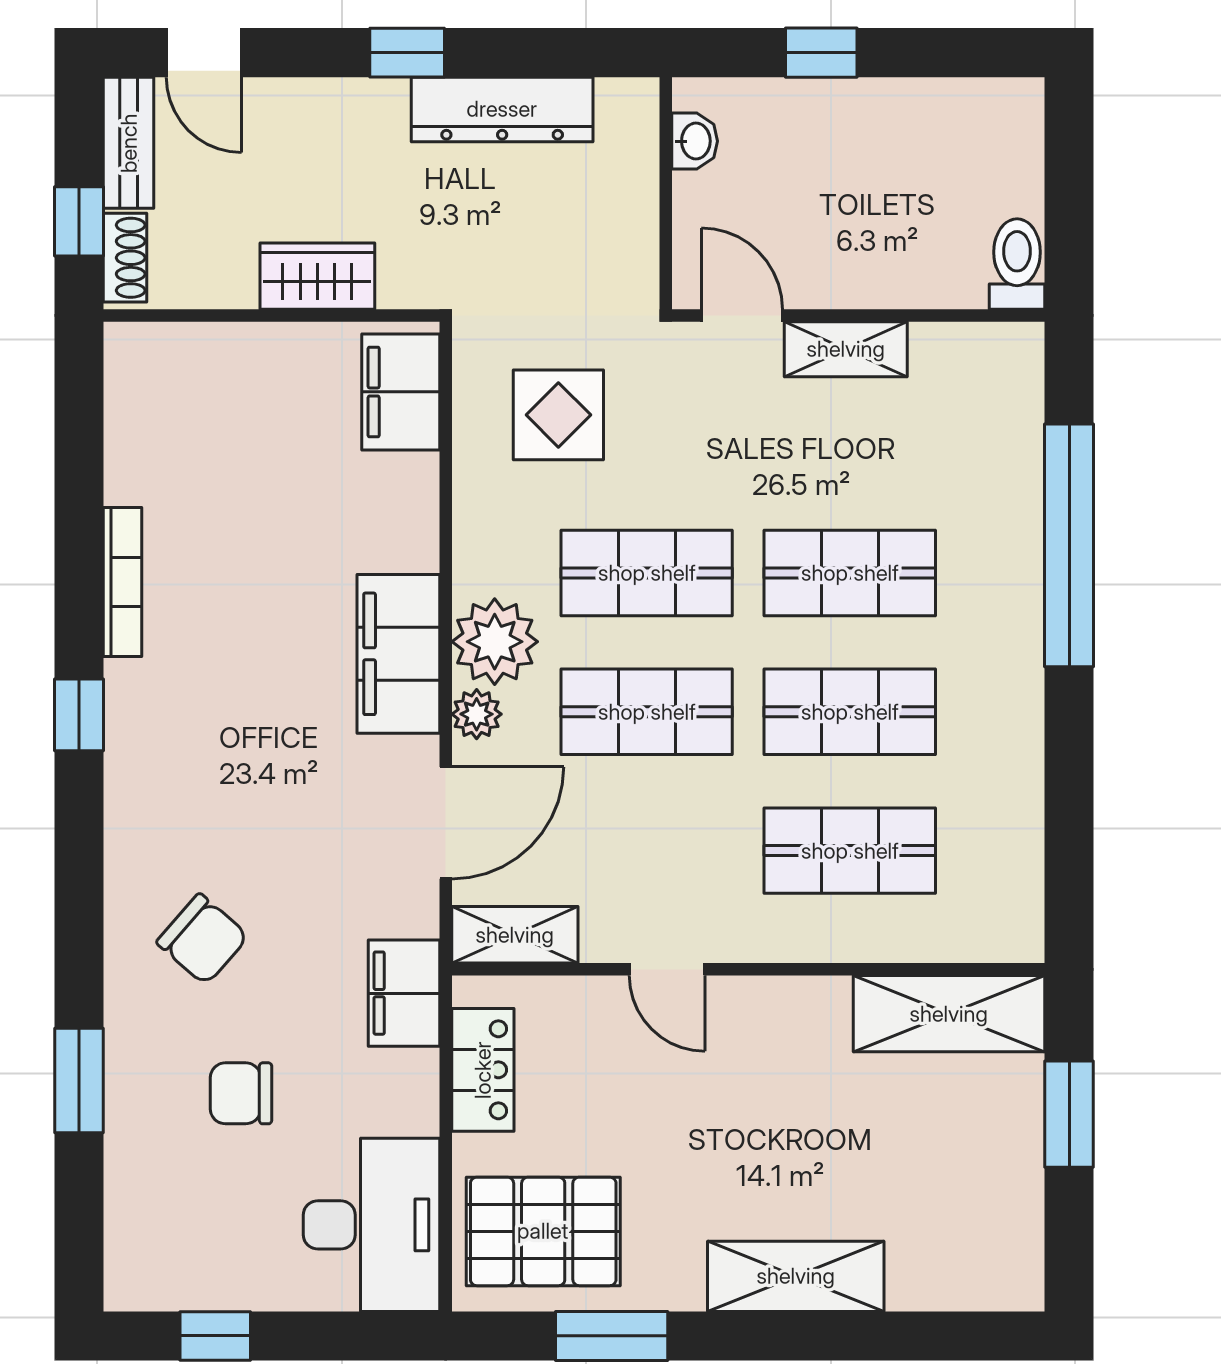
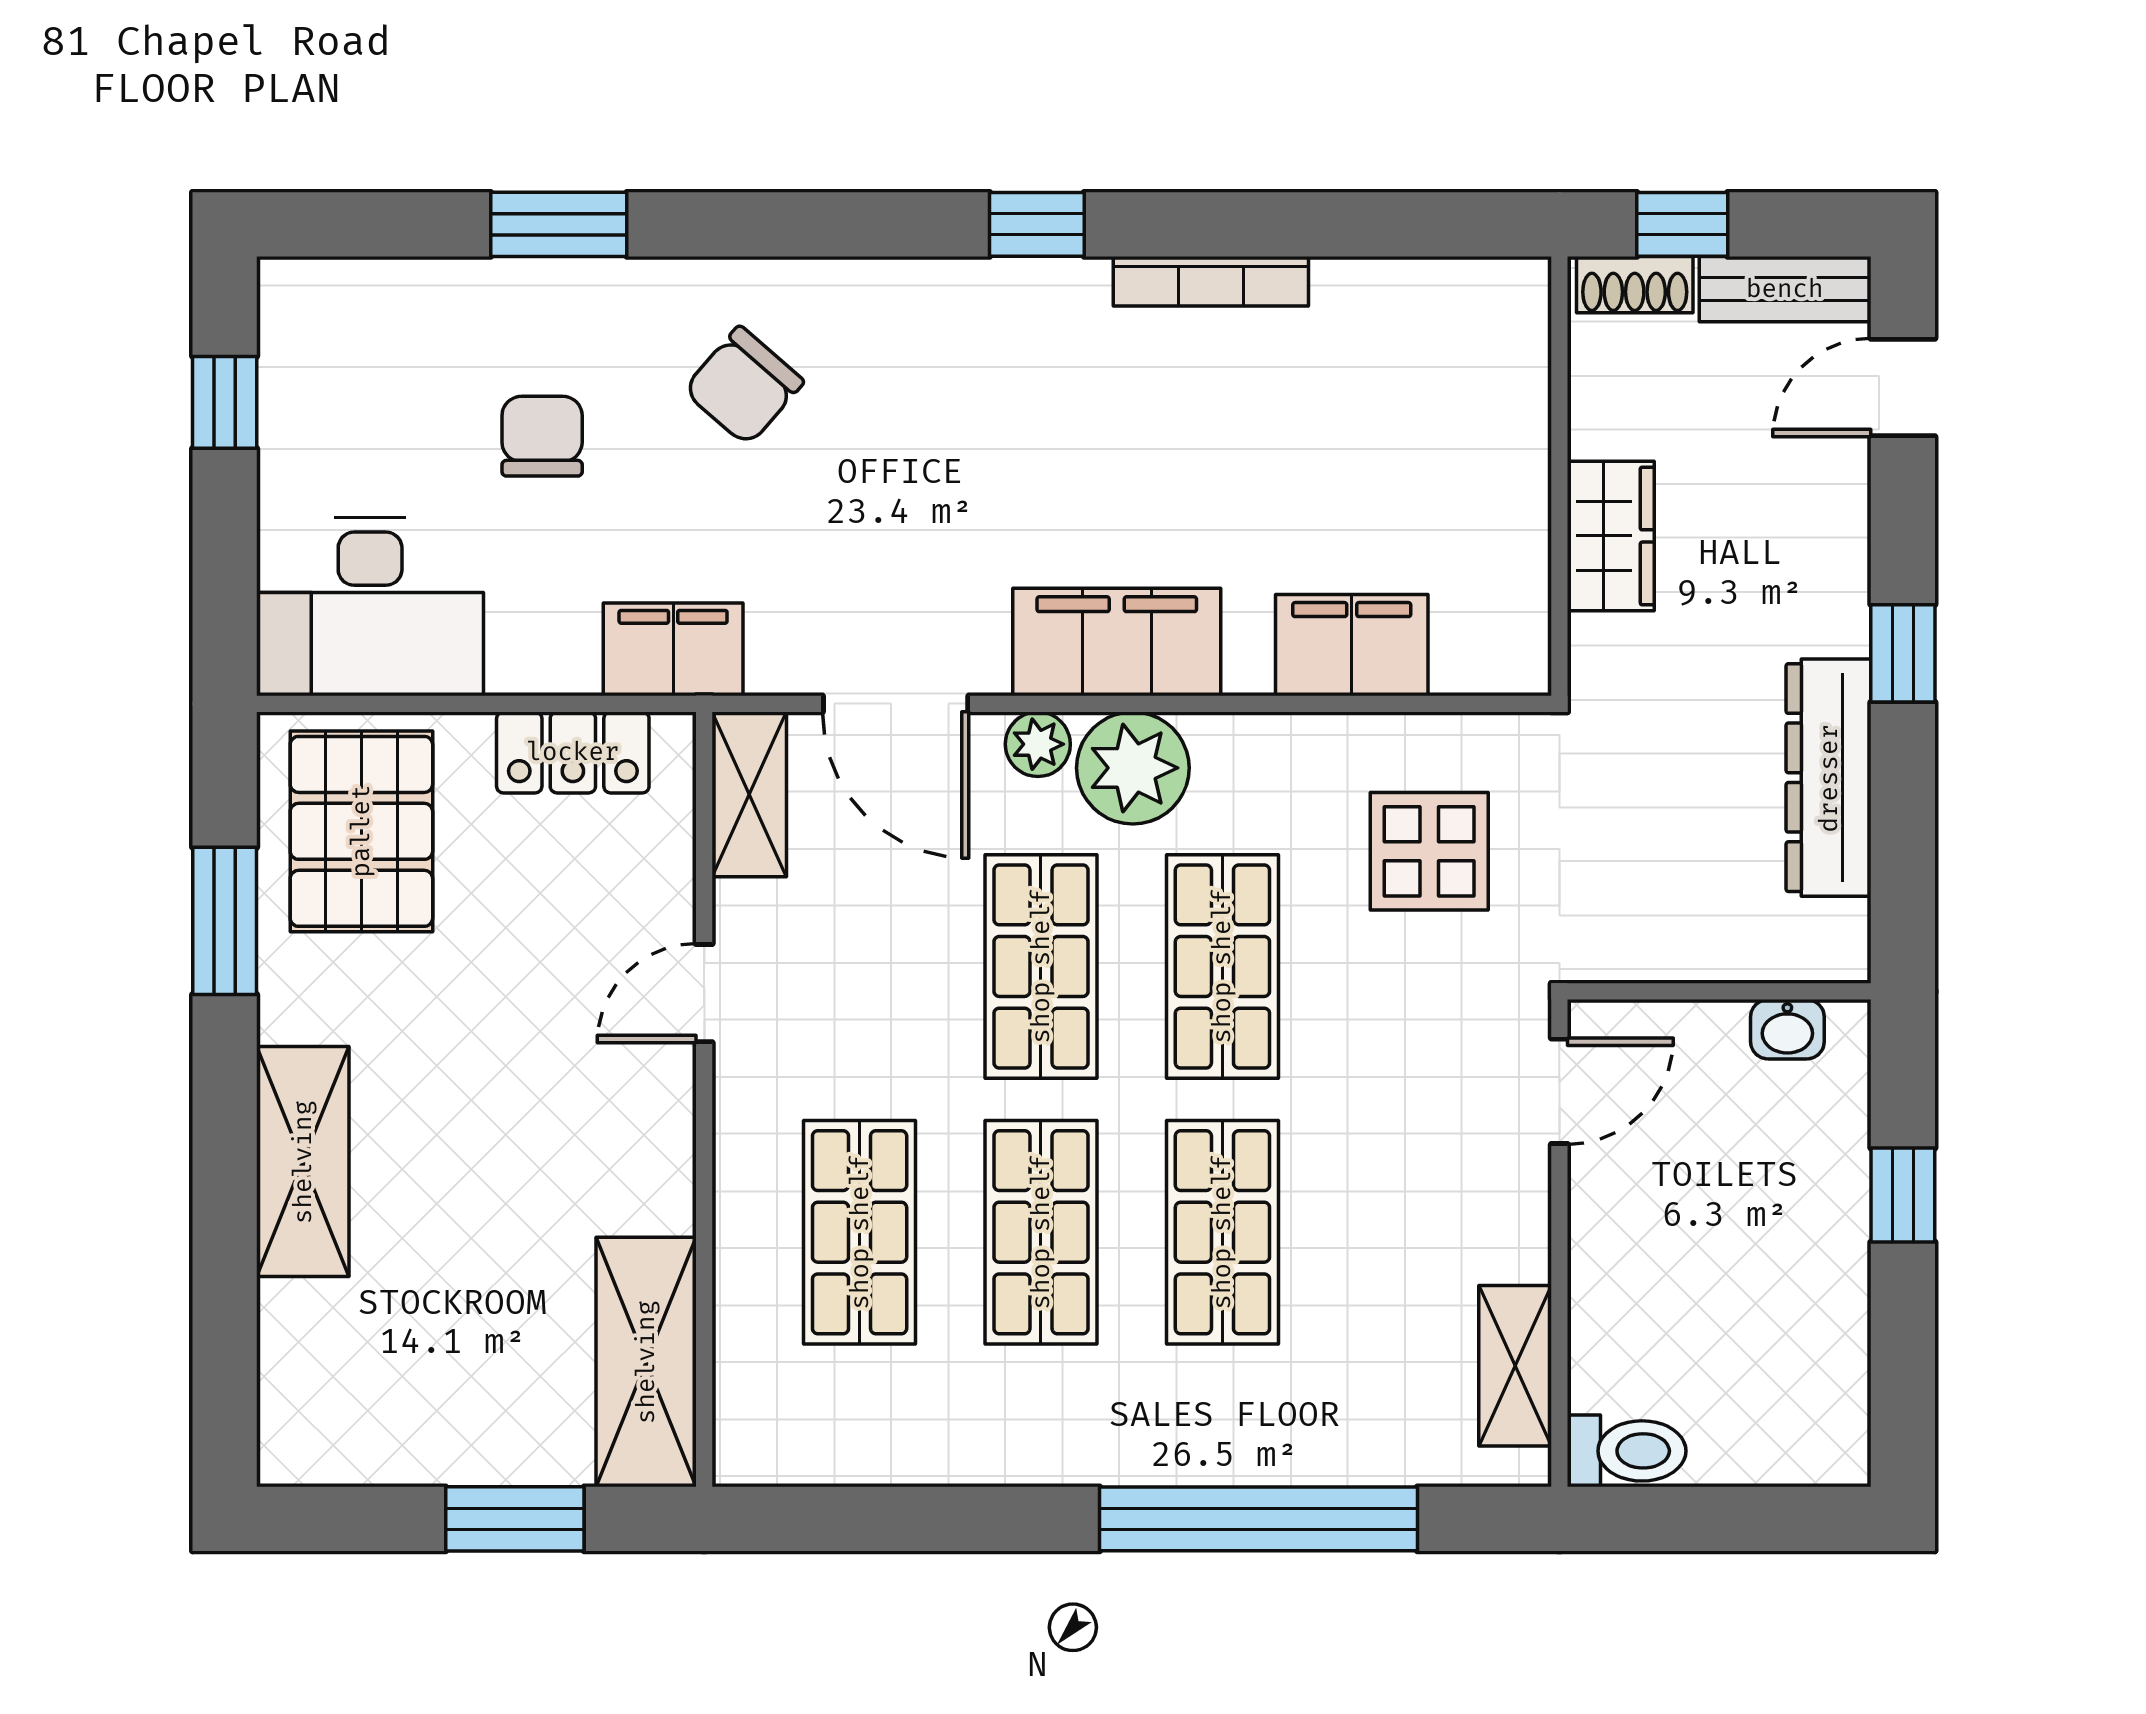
shelving: (846, 349) -> (1515, 1366), moved
filing cabinet: (401, 392) -> (1352, 645), moved

